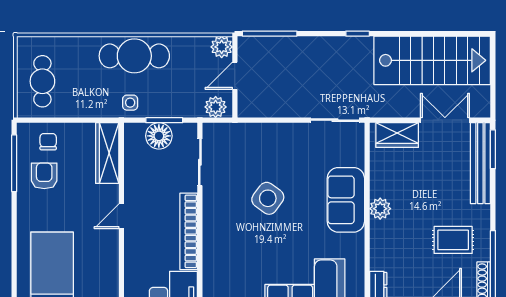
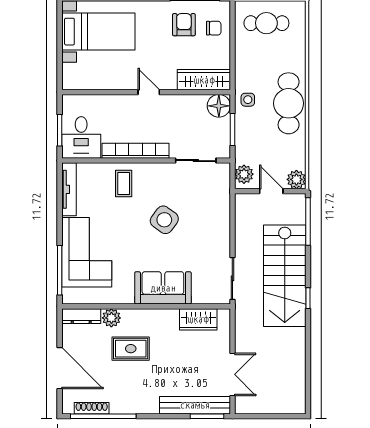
stairs: (432, 60) -> (285, 276), moved
wardrobe: (397, 135) -> (198, 319), moved, turned -90
floor lamp: (159, 136) -> (219, 106), moved
armchair: (44, 176) -> (184, 25), turned -90
plant: (380, 209) -> (111, 318), moved
rug: (453, 240) -> (131, 349), moved, turned 90
coffee table: (226, 245) -> (124, 184), added

